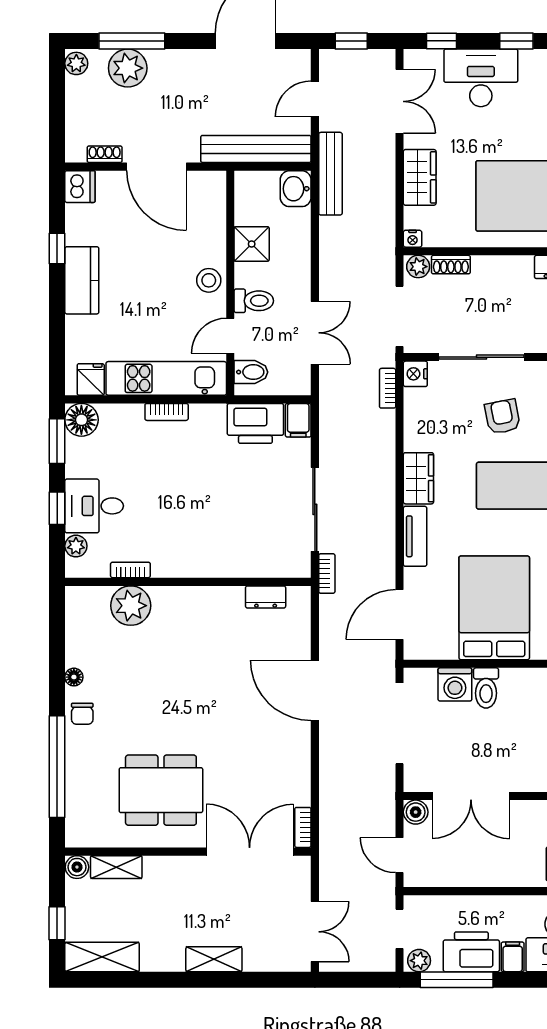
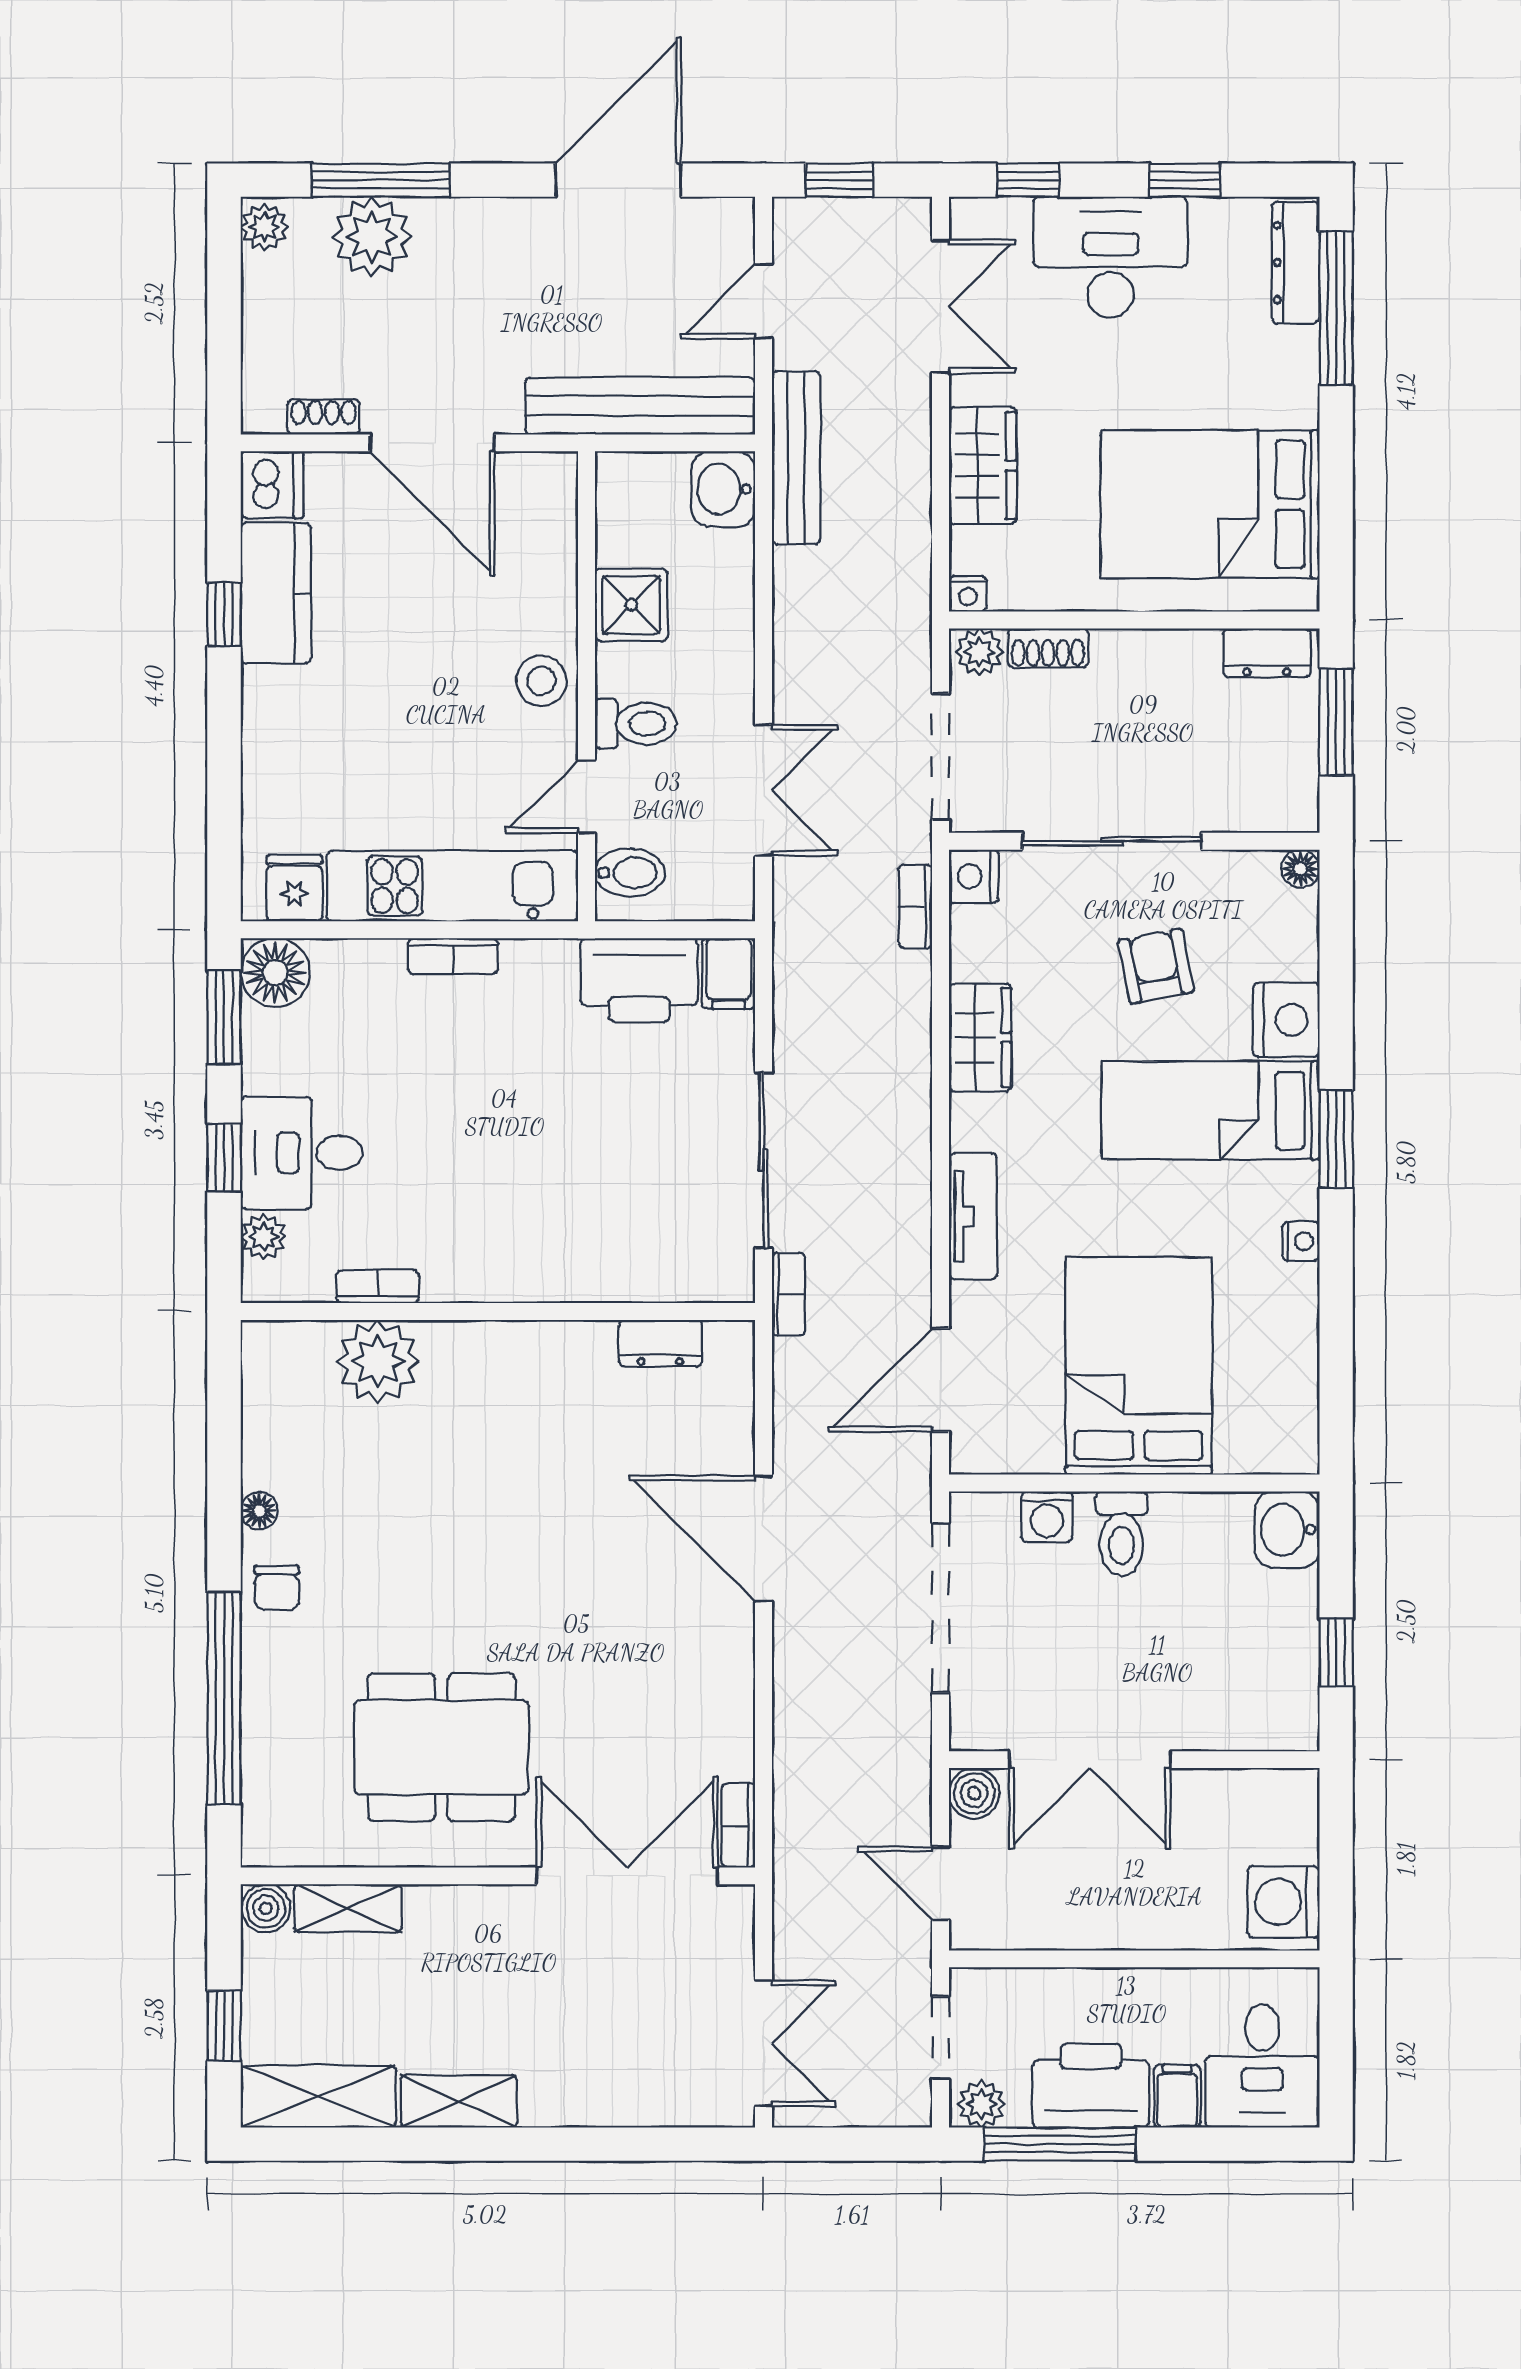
kitchen counter: (82, 280) -> (276, 593), moved
wardrobe: (418, 478) -> (980, 1038), moved
washing machine: (455, 684) -> (1047, 1517), width x0.73, depth x0.73
shelving: (214, 959) -> (459, 2101), moved

